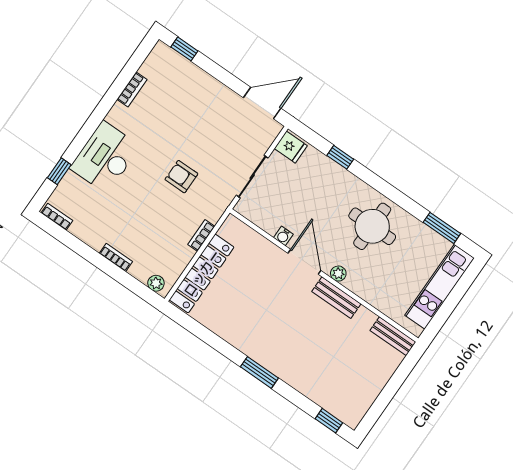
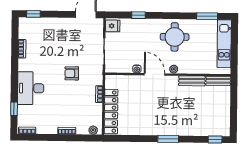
bench: (336, 298) -> (192, 81), moved

